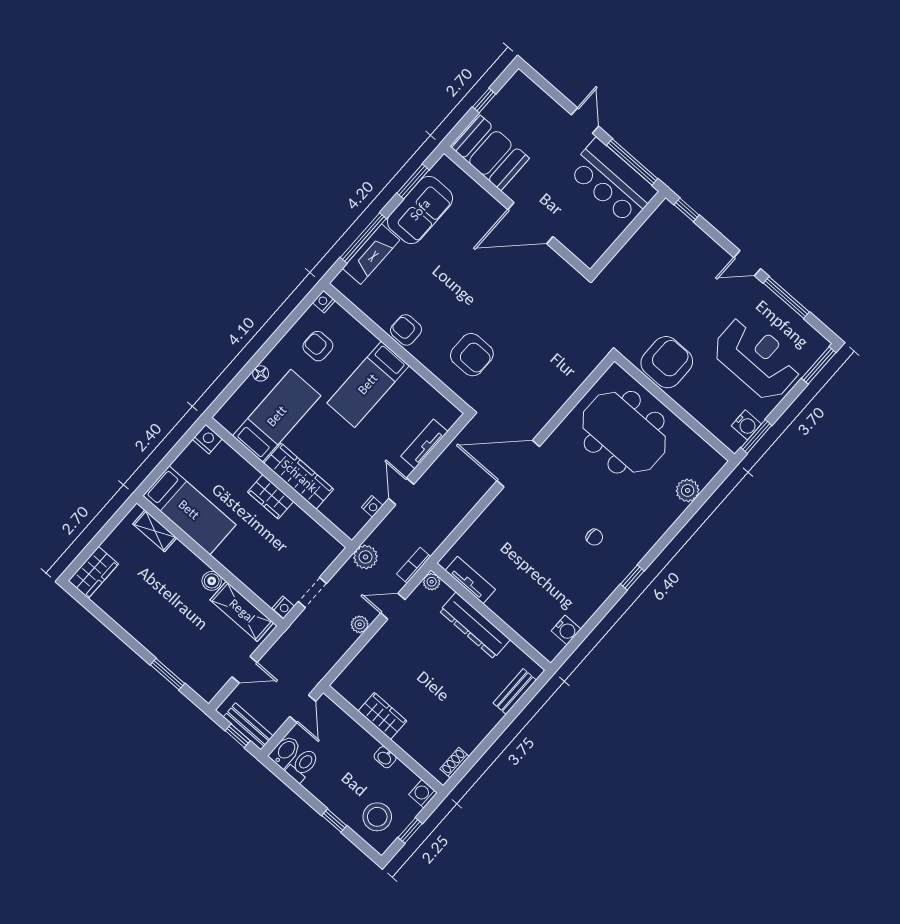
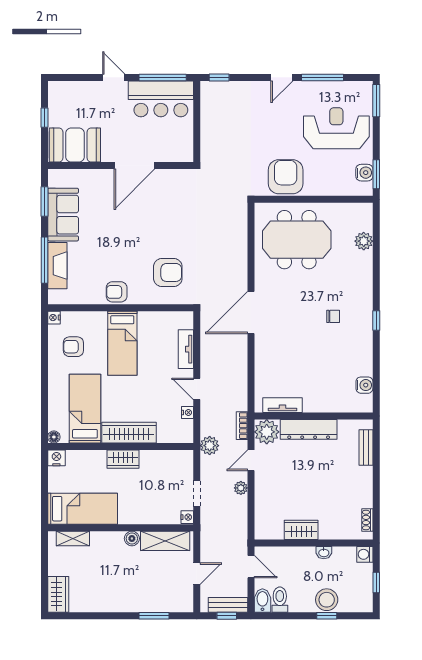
floor lamp: (261, 373) -> (54, 437), moved
plant: (432, 582) -> (267, 432), width x1.88, depth x1.88
stool: (377, 817) -> (327, 600), moved

